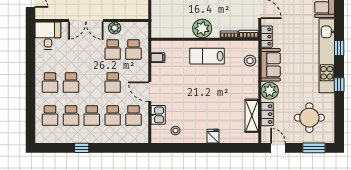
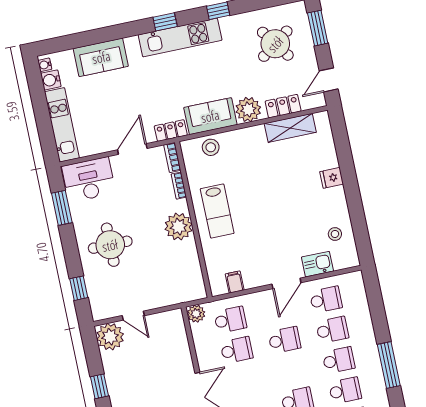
plant: (115, 28) -> (196, 314), moved
kitchen unit: (327, 56) -> (180, 37), width x0.73
round table: (309, 118) -> (275, 44), turned -36
window: (82, 148) -> (389, 365), width x2.17

